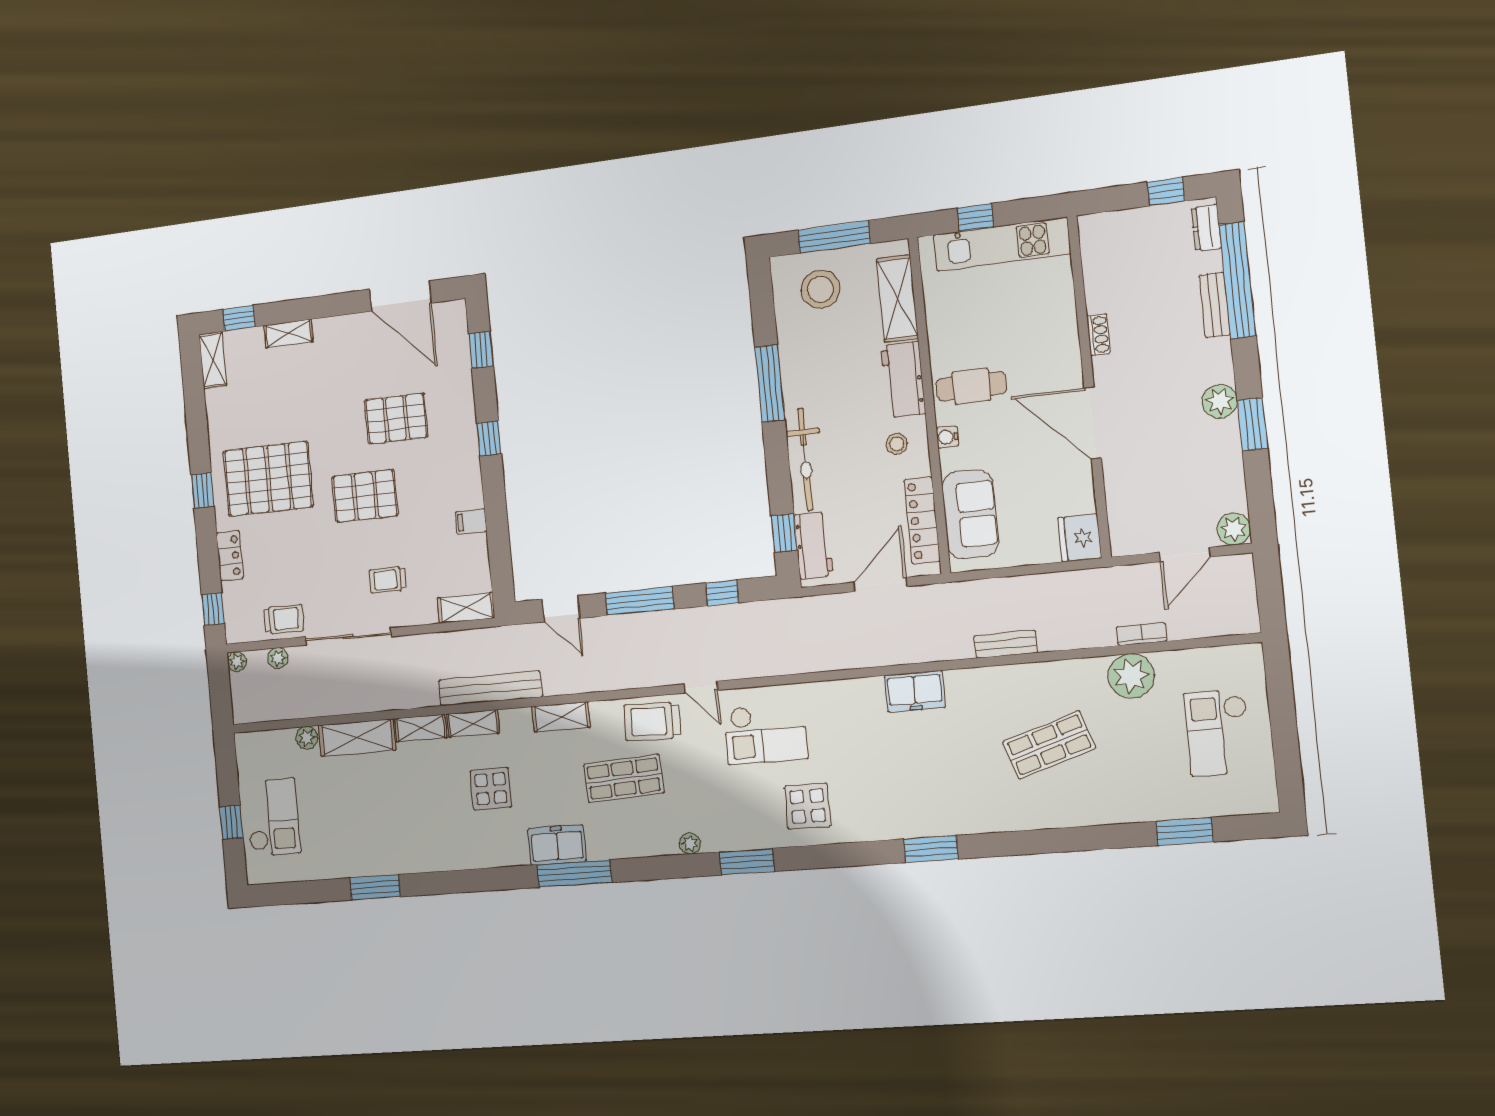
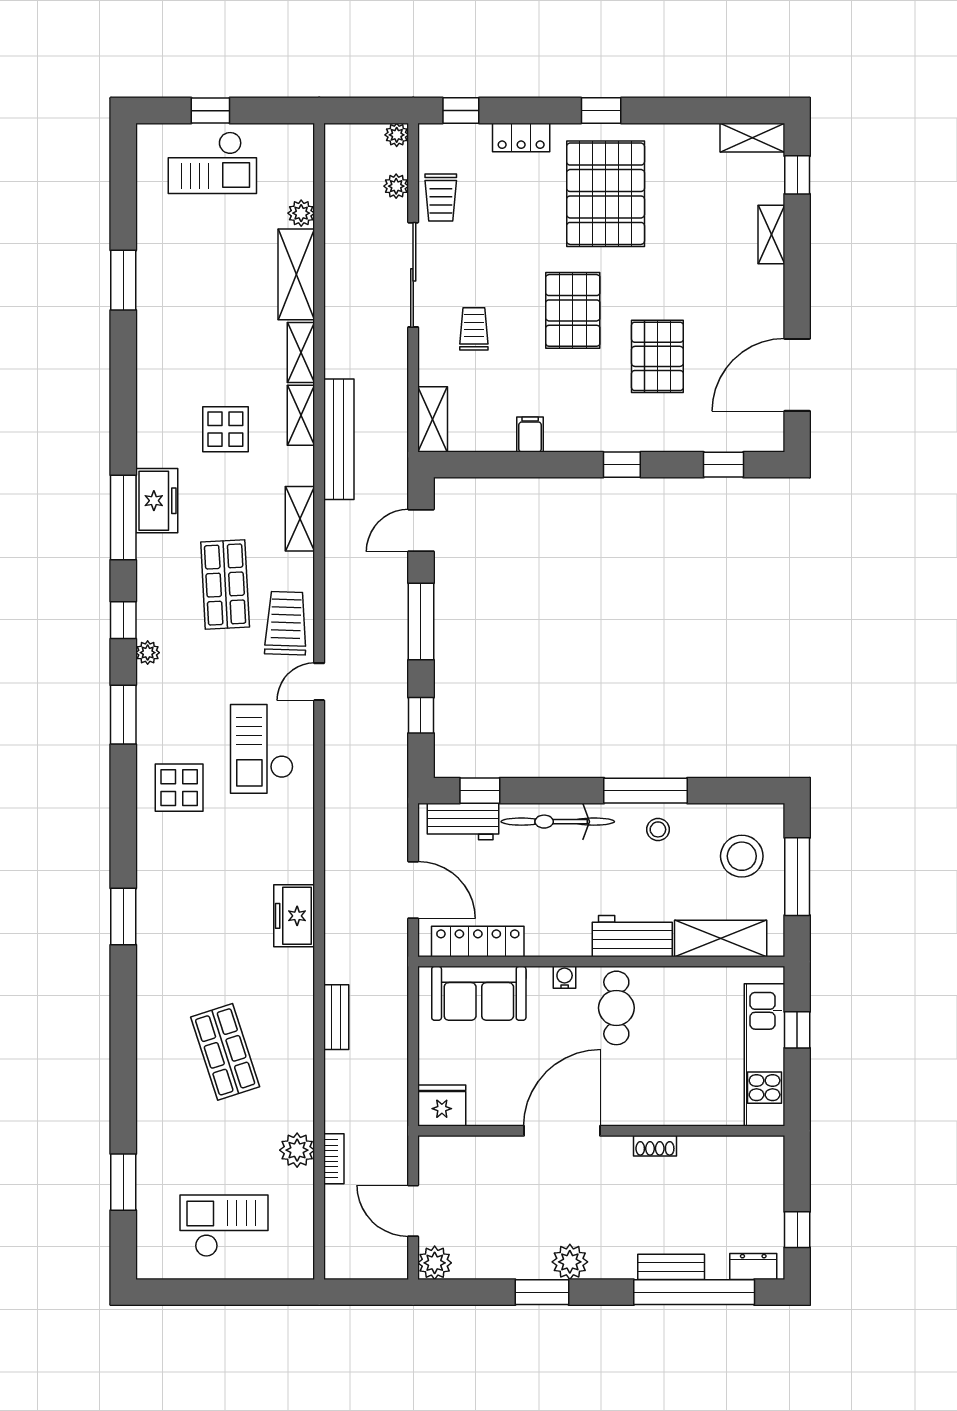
stool: (897, 444) -> (658, 829), moved
plant: (1131, 676) -> (297, 1150), width x0.73, depth x0.73
window: (663, 867) -> (123, 620), added

